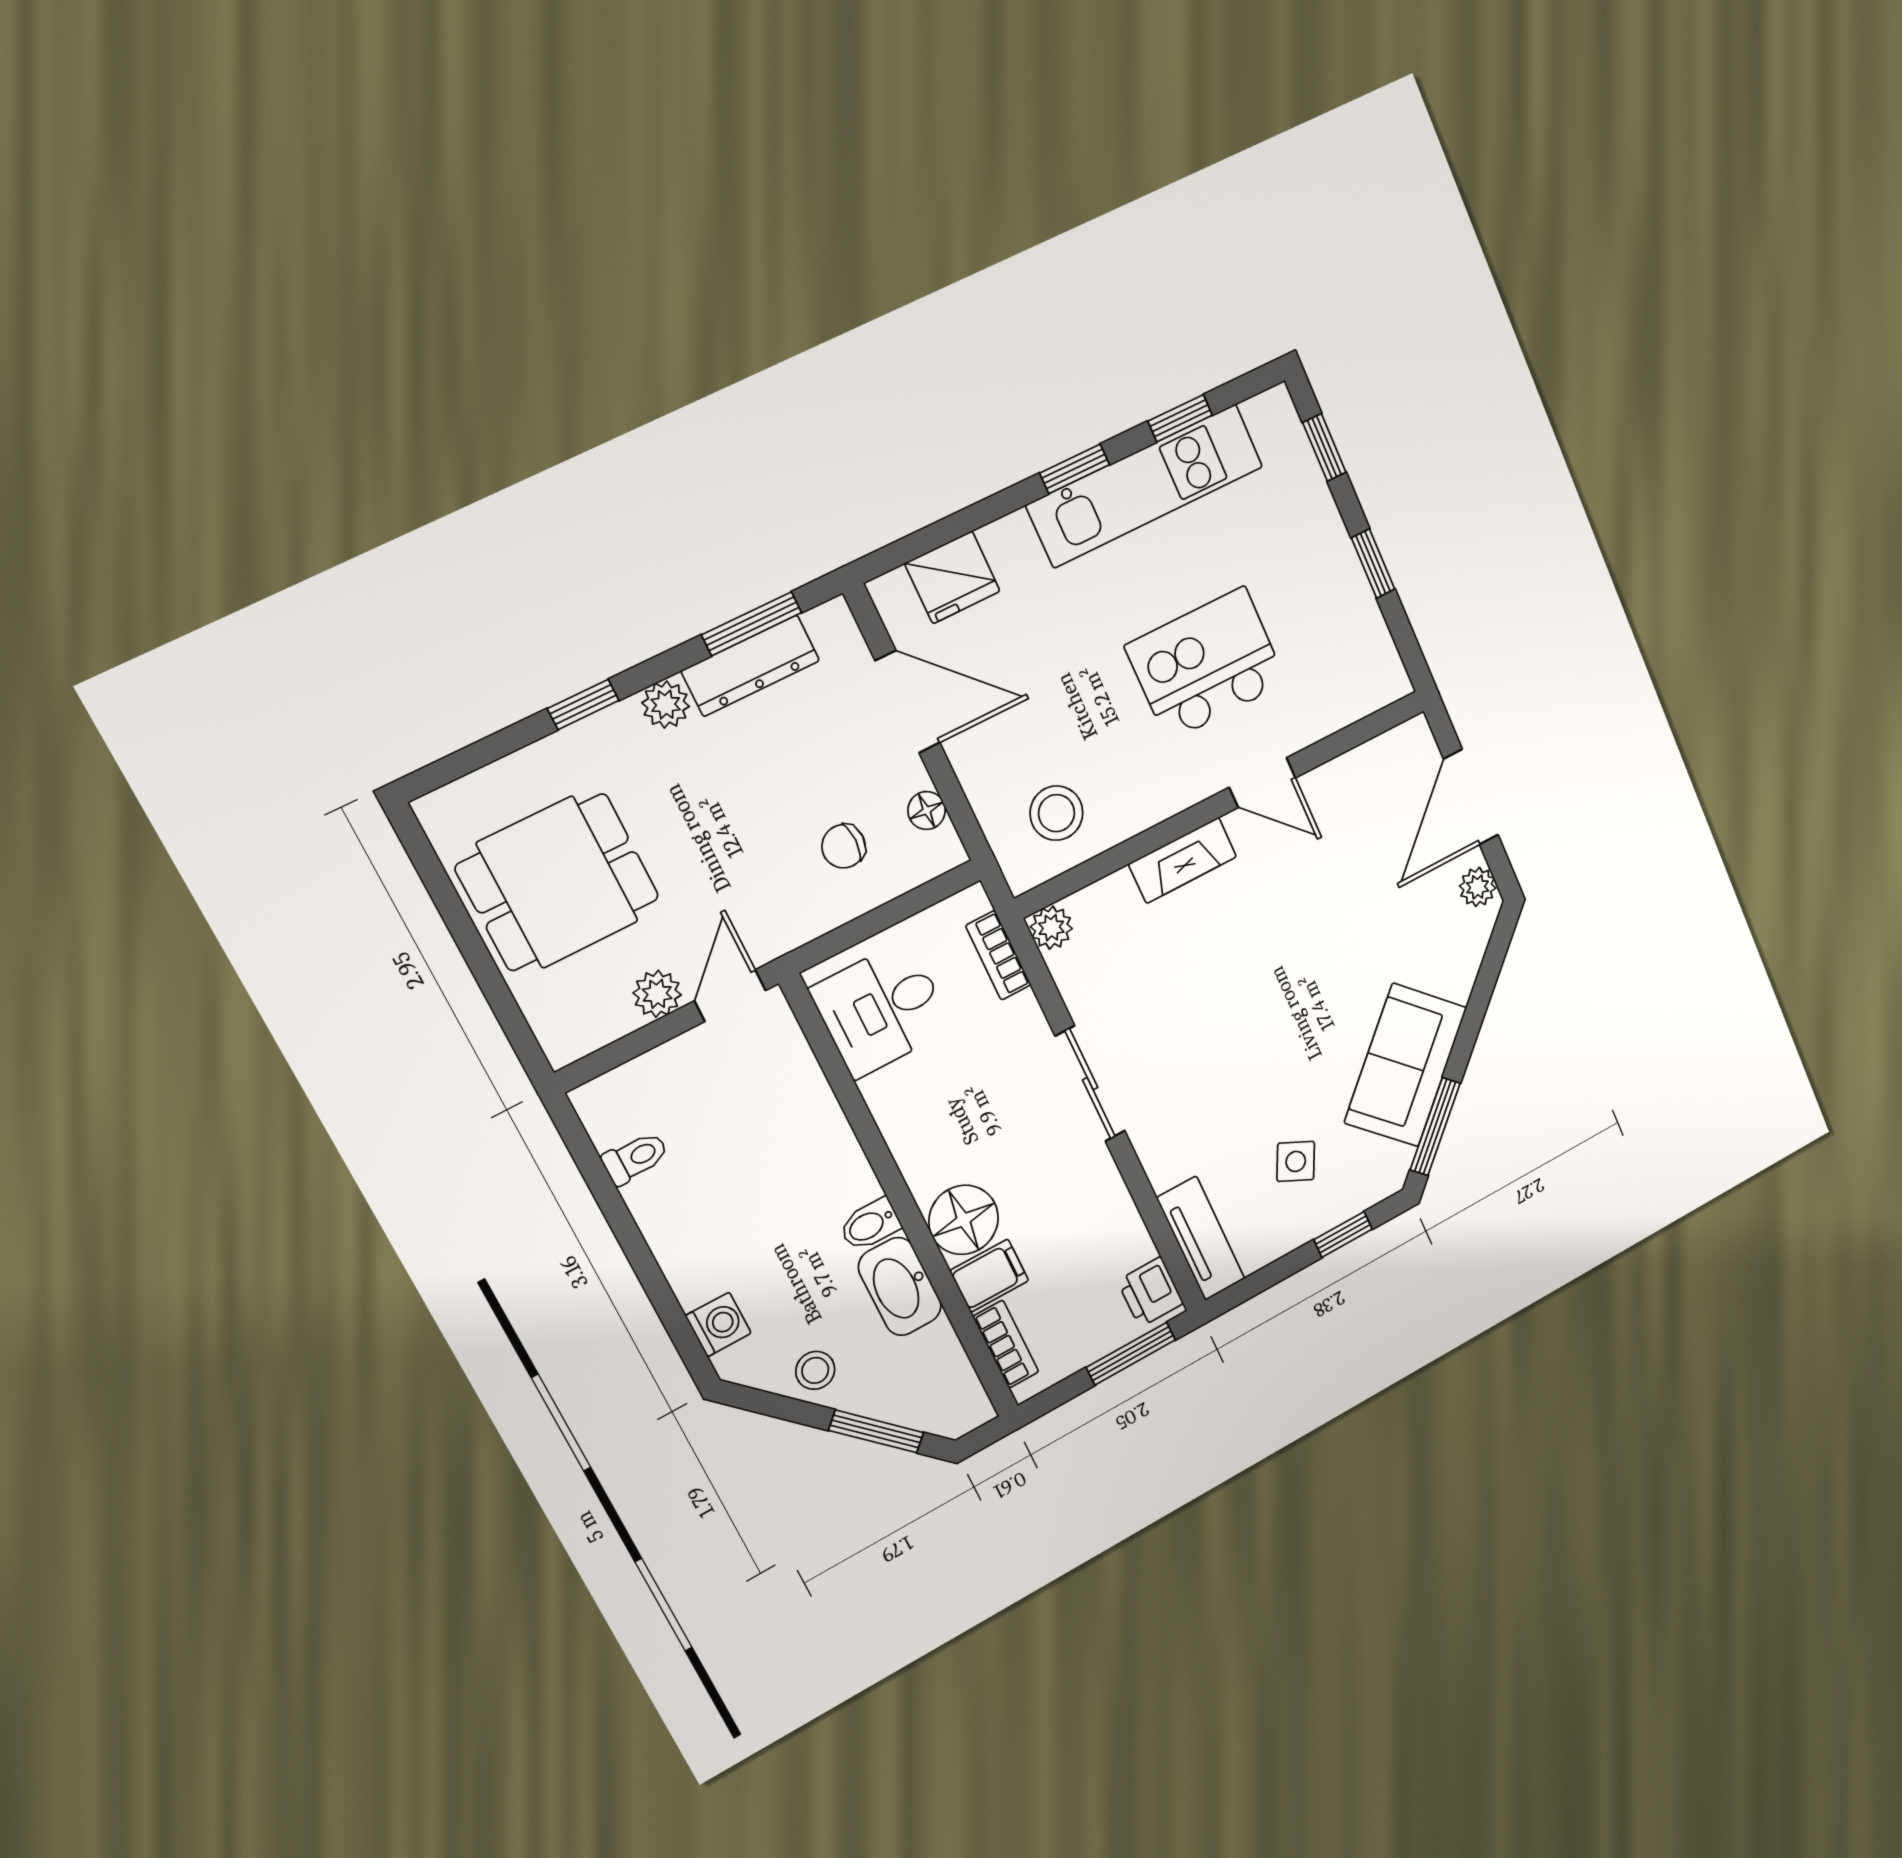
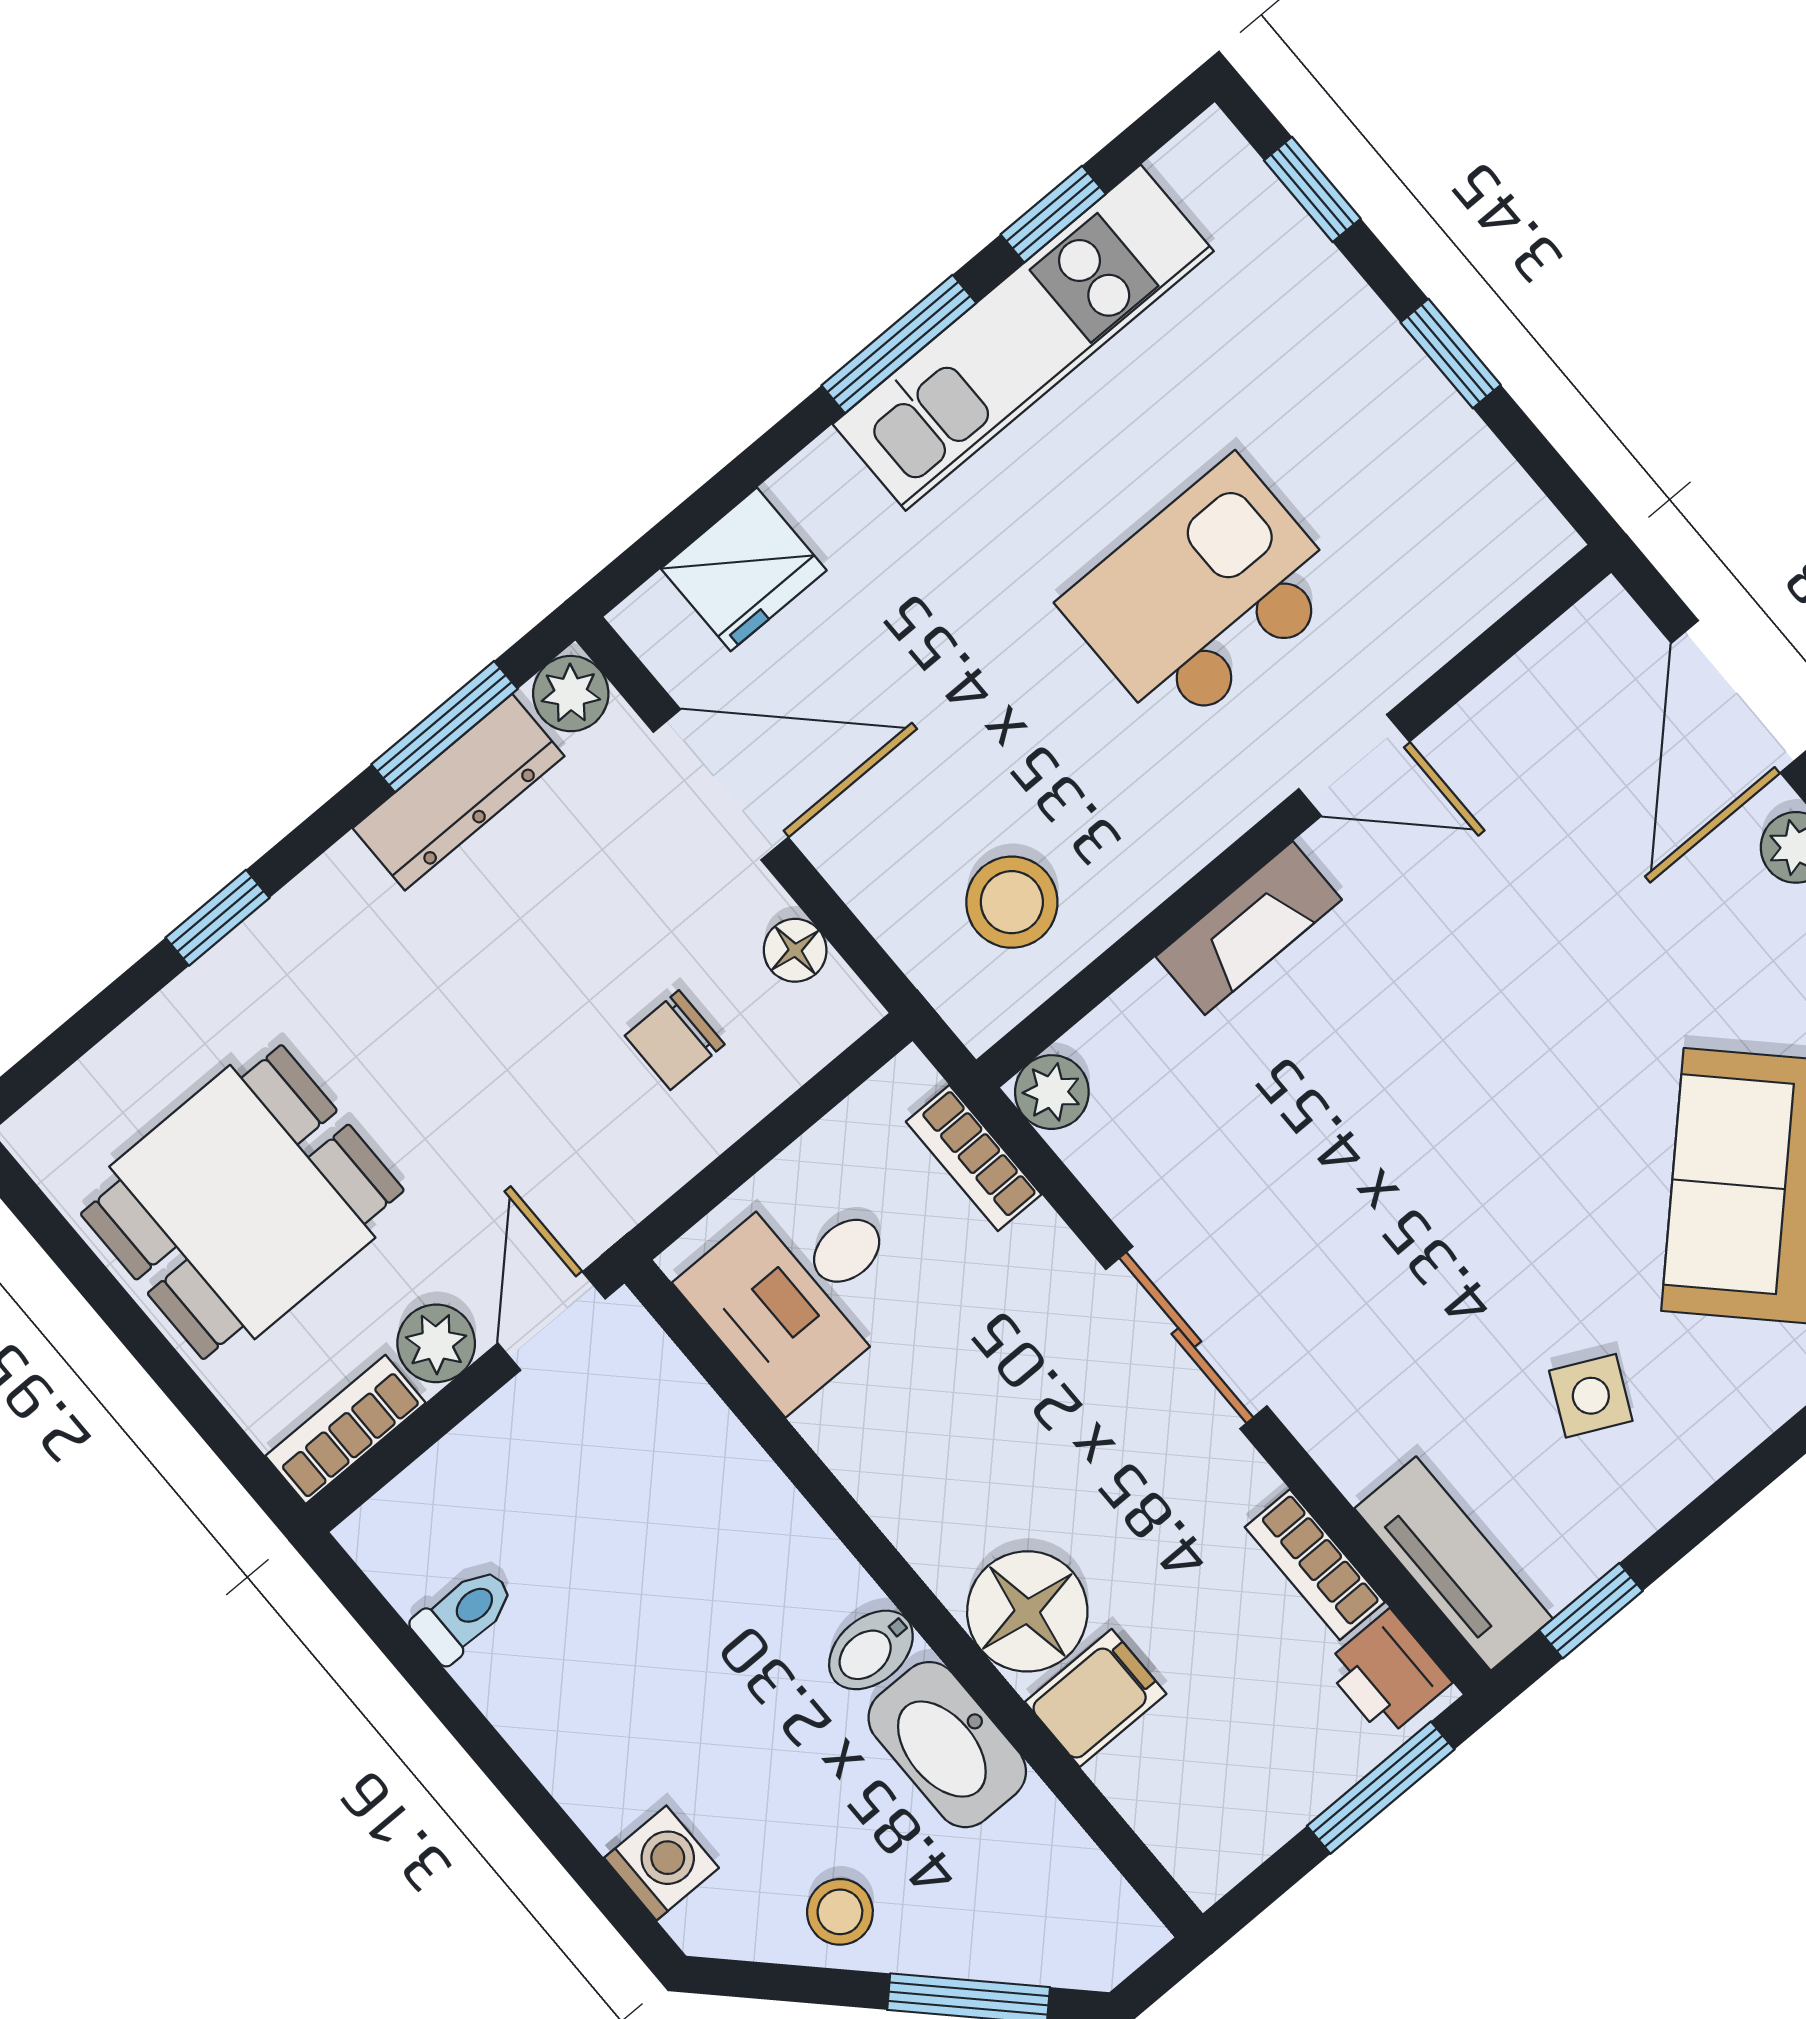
window: (1075, 469) -> (899, 344), width x1.50
plant: (666, 705) -> (571, 694), moved
bookcase: (589, 1033) -> (346, 1429), added
window: (1343, 1234) -> (1591, 1611), moved
bookcase: (1006, 1344) -> (1315, 1565), moved, turned 180

